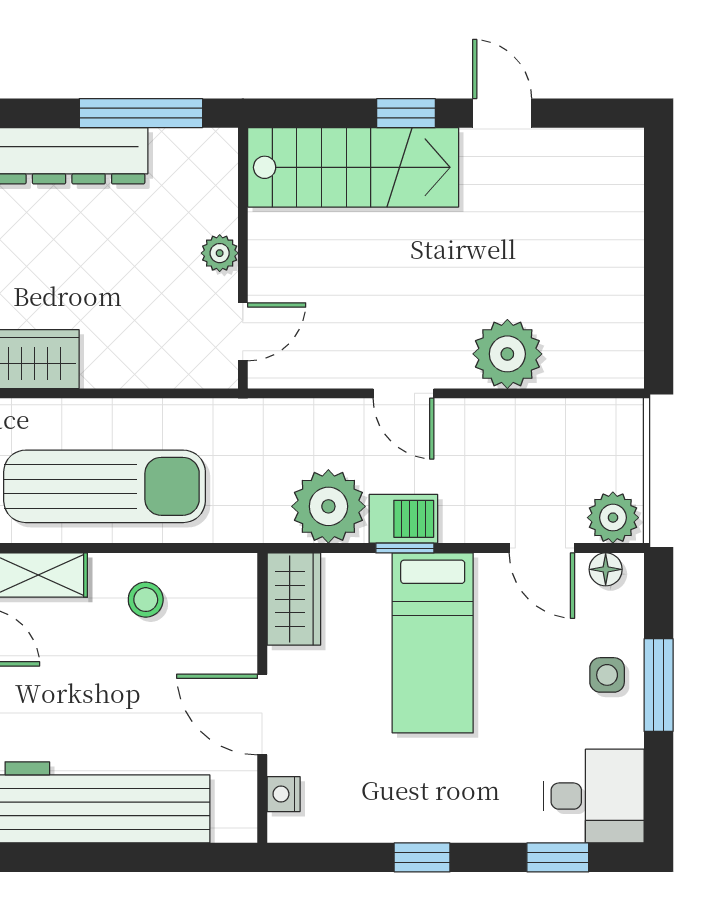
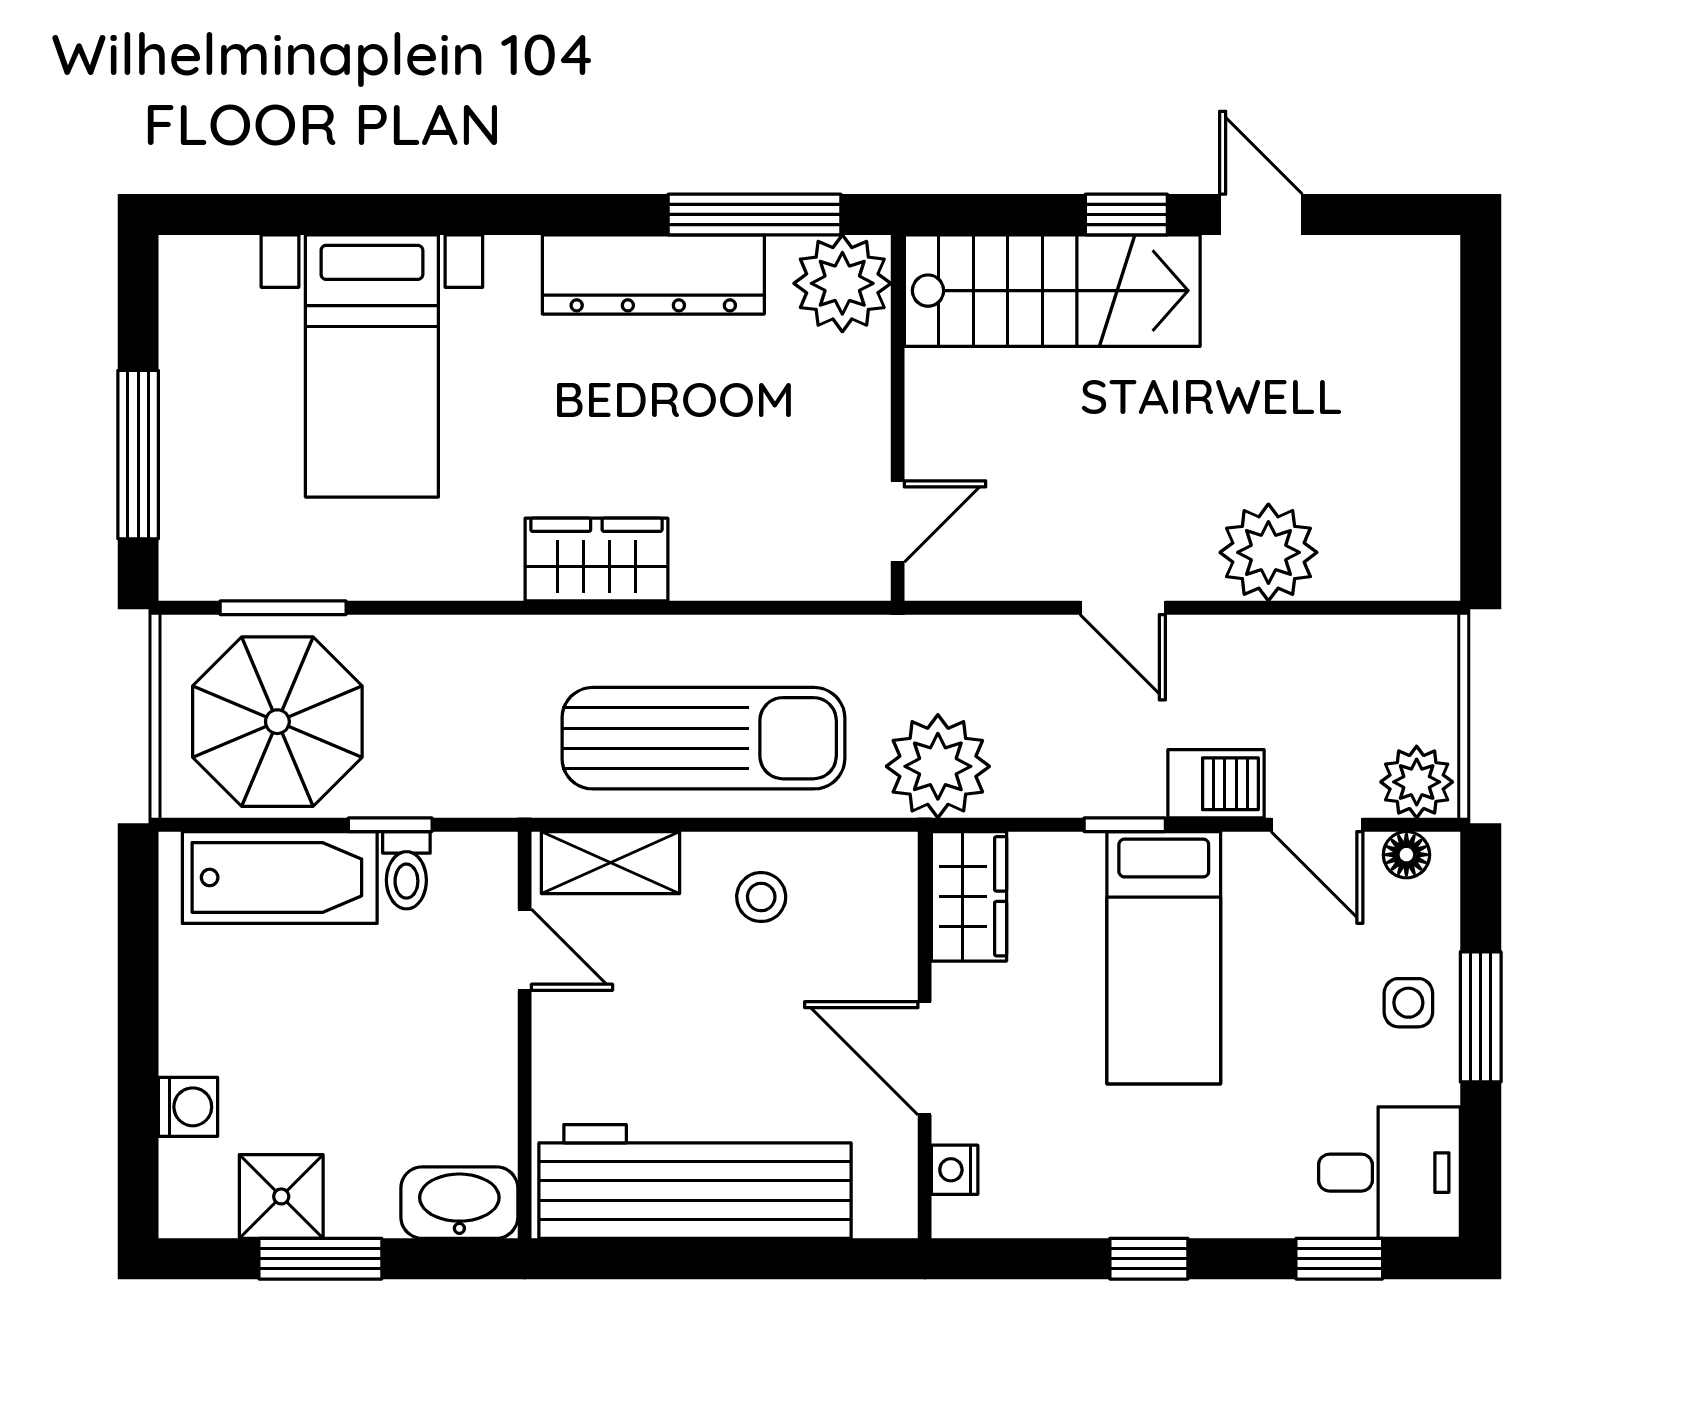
plant: (220, 253) -> (842, 283), moved, width x1.88, depth x1.88
plant: (328, 506) -> (938, 766), moved
barbecue: (403, 519) -> (1216, 784), moved

